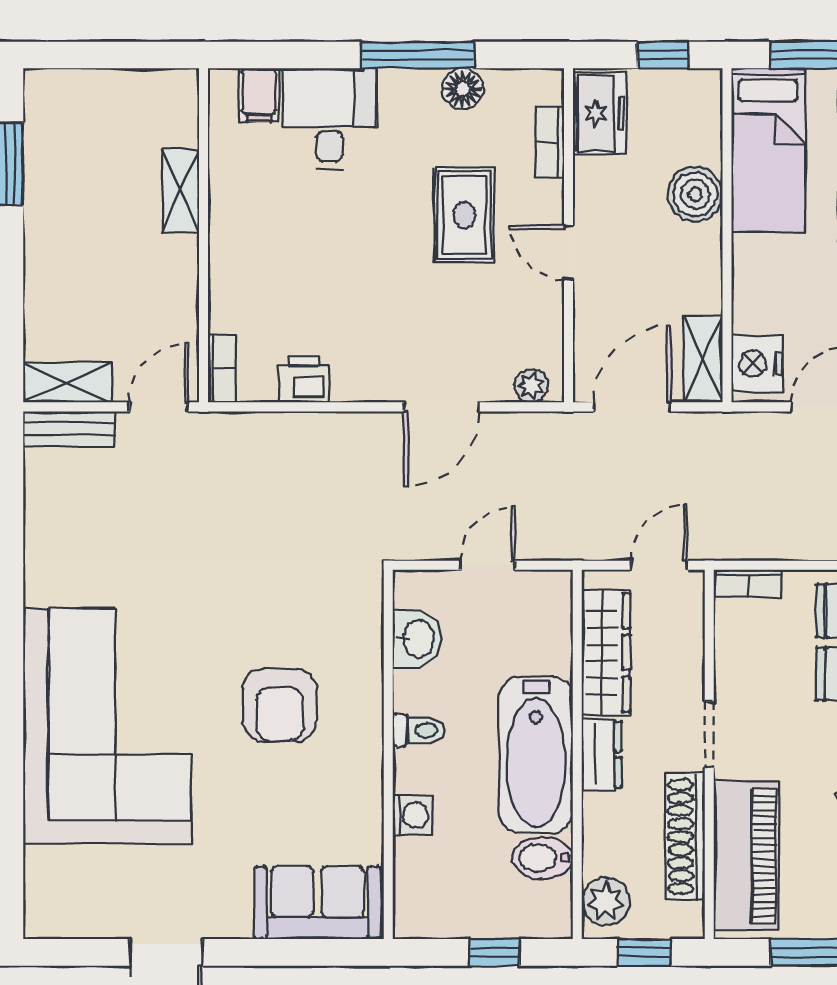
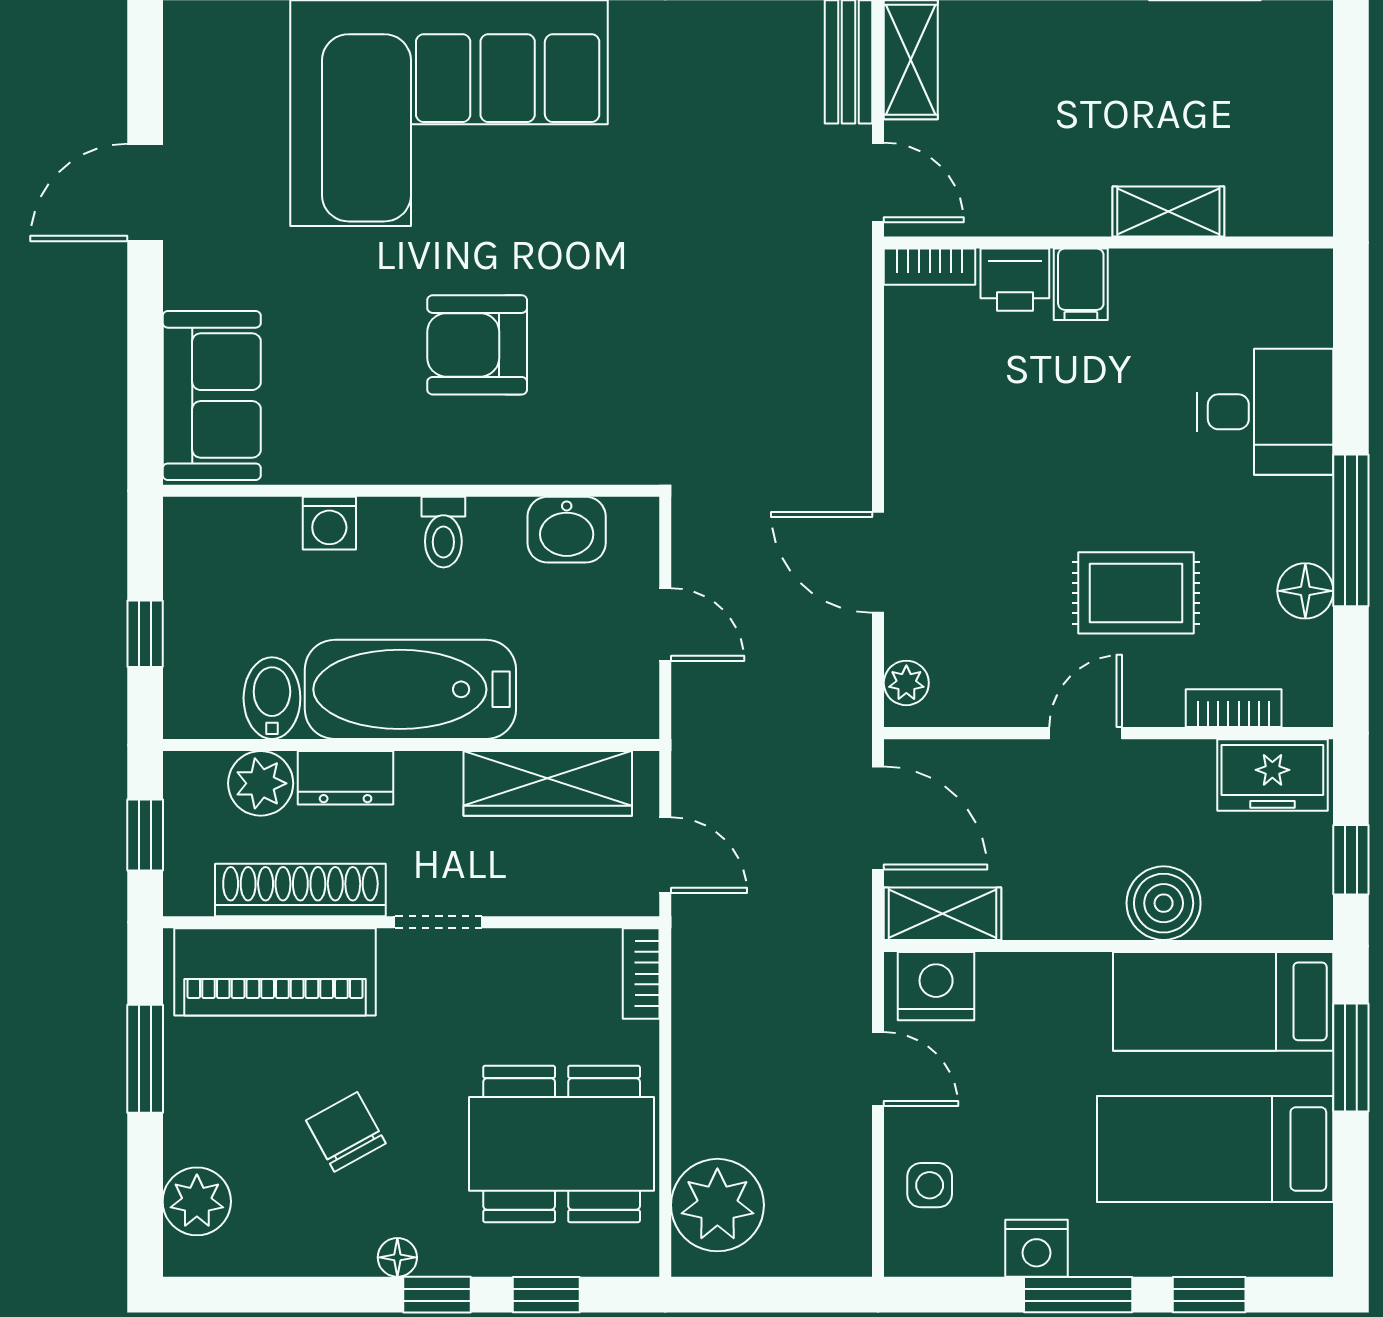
filing cabinet: (259, 95) -> (1081, 284), moved, turned -90
printer: (304, 379) -> (1015, 280), moved, turned 90
dresser: (602, 754) -> (346, 778), moved
plant: (606, 902) -> (261, 783), moved

